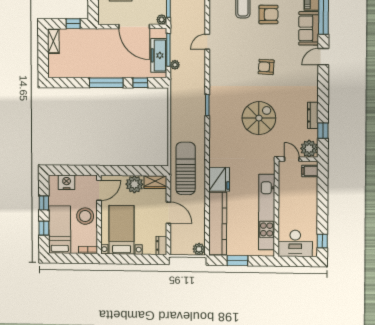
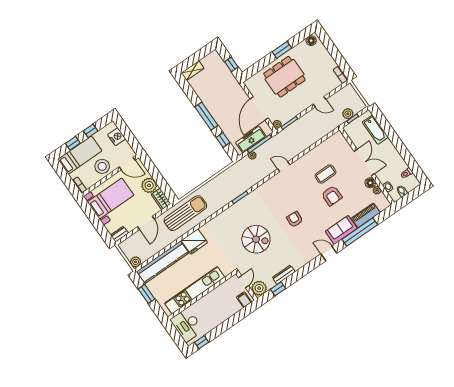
shelving: (53, 41) -> (193, 71), moved

